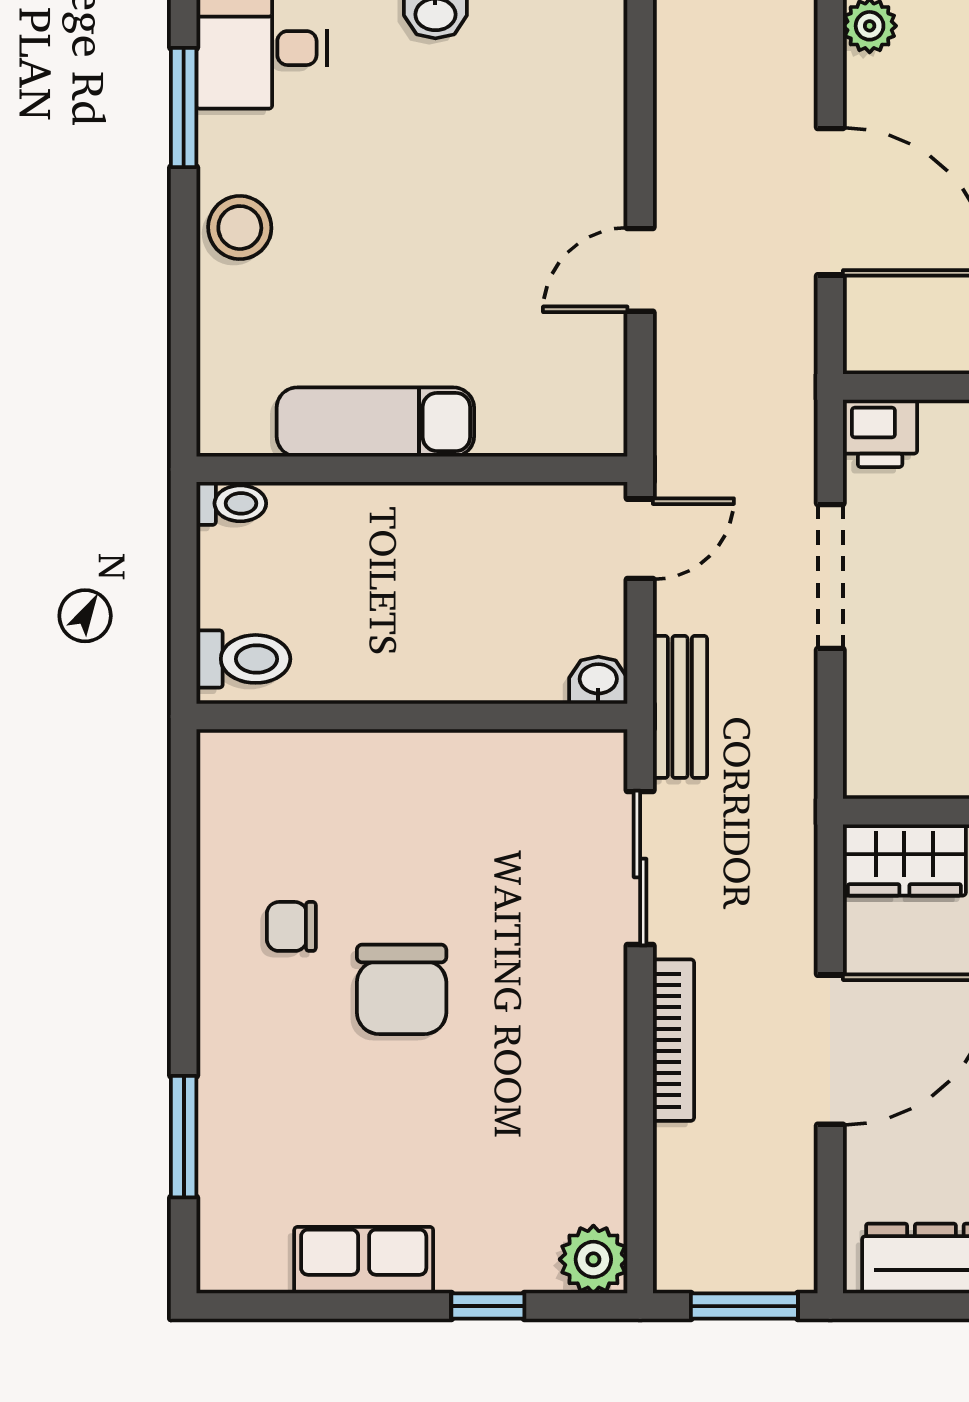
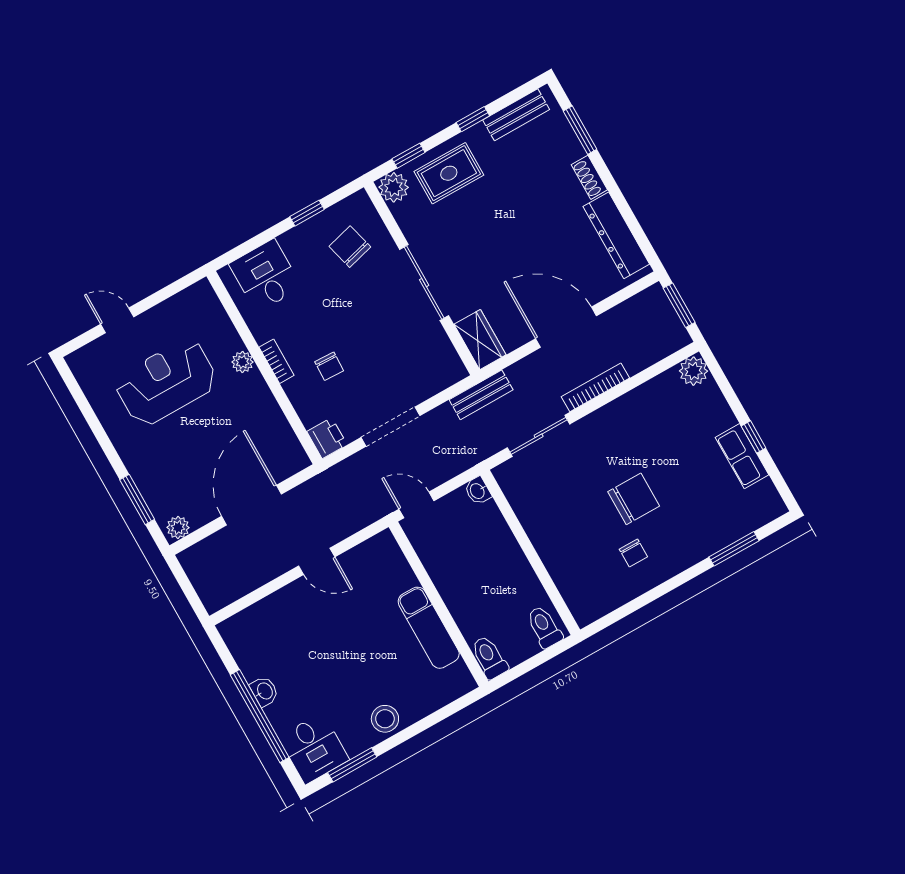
toilet: (231, 503) -> (489, 657), width x1.37, depth x1.39
bench: (680, 707) -> (481, 395), moved
window: (488, 1306) -> (754, 437), moved

